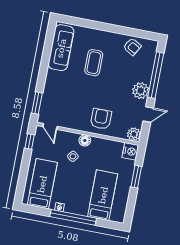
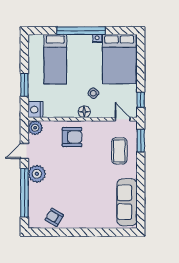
coffee table: (94, 63) -> (119, 151), moved
armchair: (101, 119) -> (72, 137), turned -90
bed: (42, 184) -> (119, 59), width x1.50

